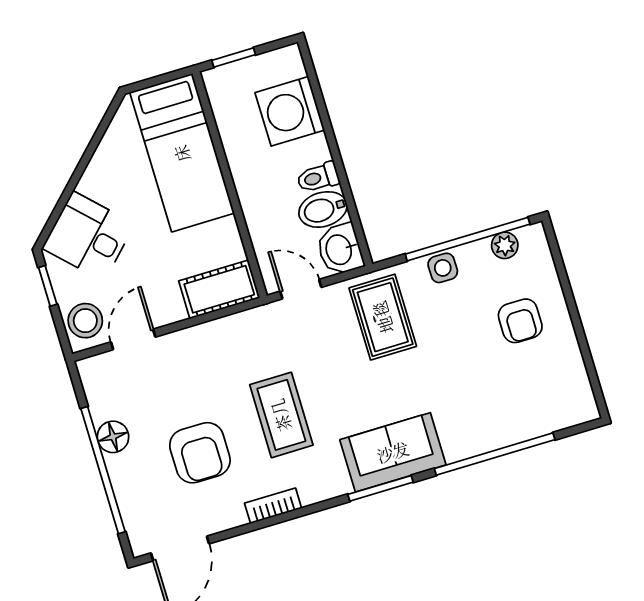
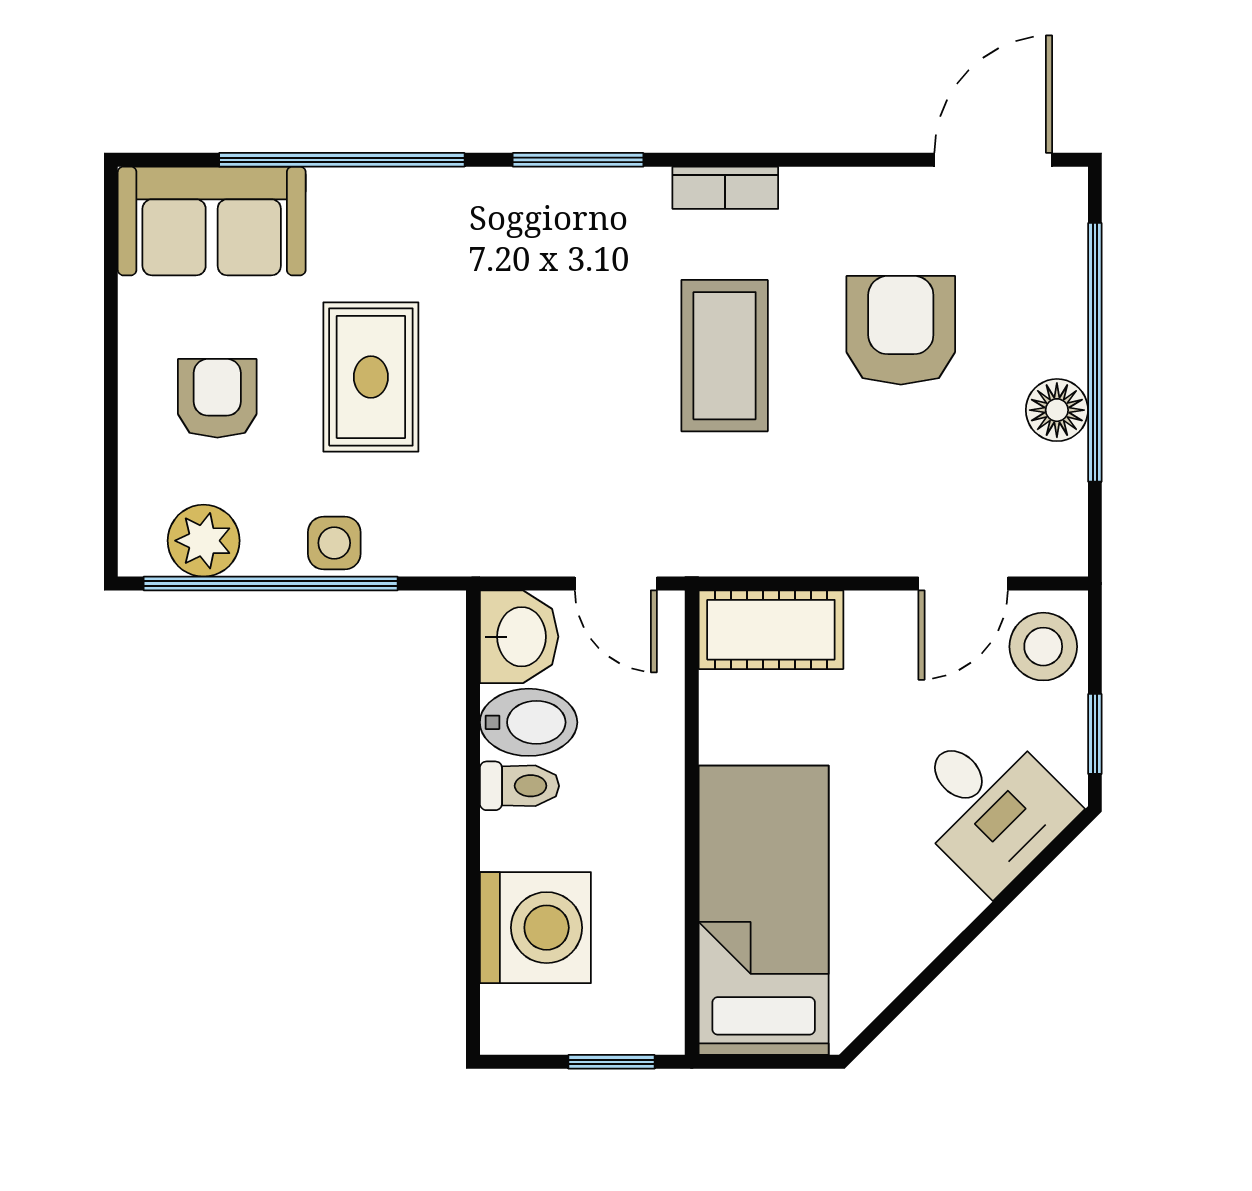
plant: (505, 245) -> (204, 541), width x1.38, depth x1.38
rug: (383, 317) -> (371, 377), moved
sofa: (393, 452) -> (212, 221), moved
bookcase: (273, 506) -> (725, 188), moved

